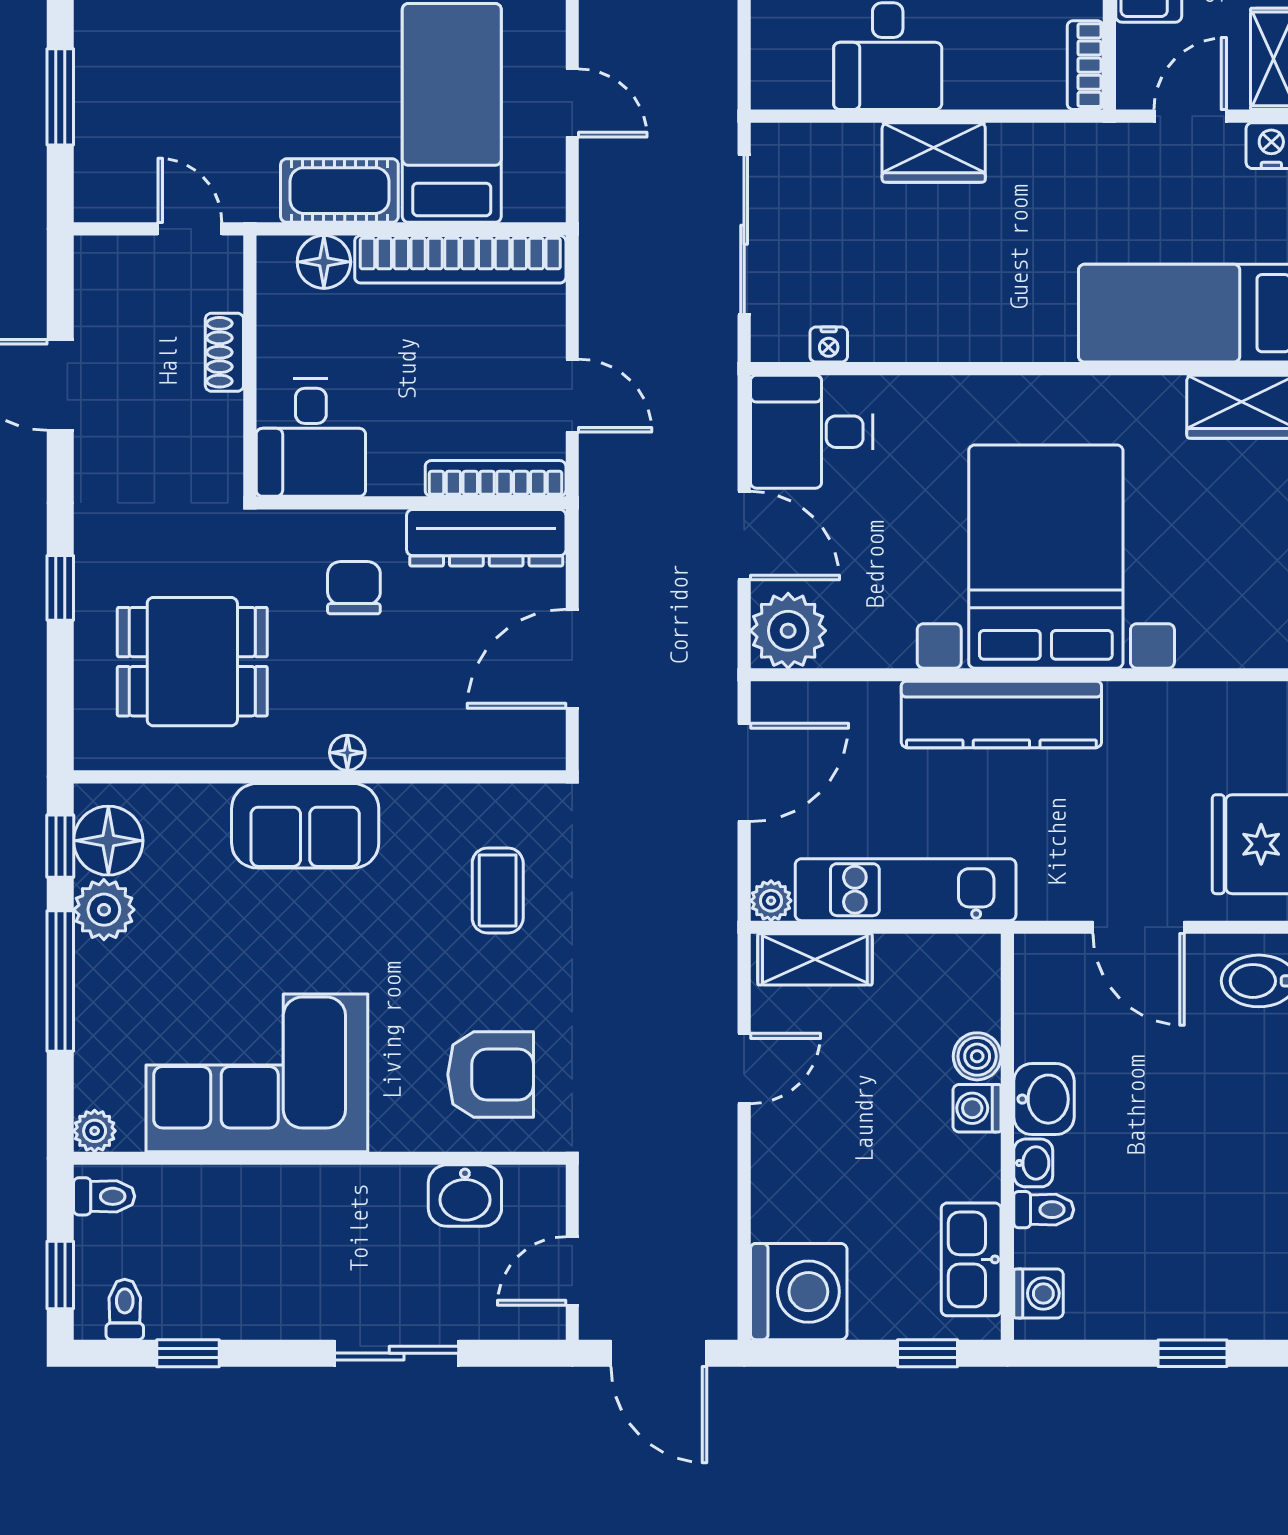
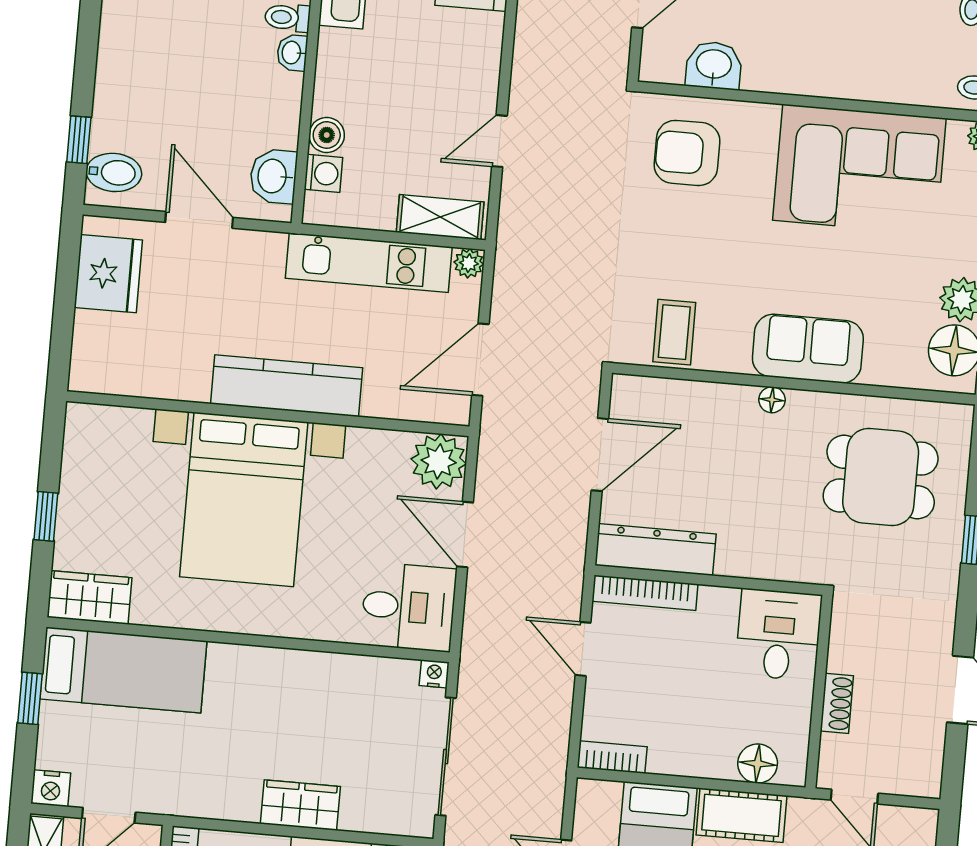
bookcase: (460, 259) -> (612, 757), width x0.43, depth x0.76
nightstand: (829, 344) -> (434, 674), moved
chair: (354, 588) -> (756, 521), removed
coffee table: (498, 891) -> (674, 332), moved
washbasin: (1044, 1099) -> (273, 176), moved
washing machine: (977, 1108) -> (323, 173), moved

